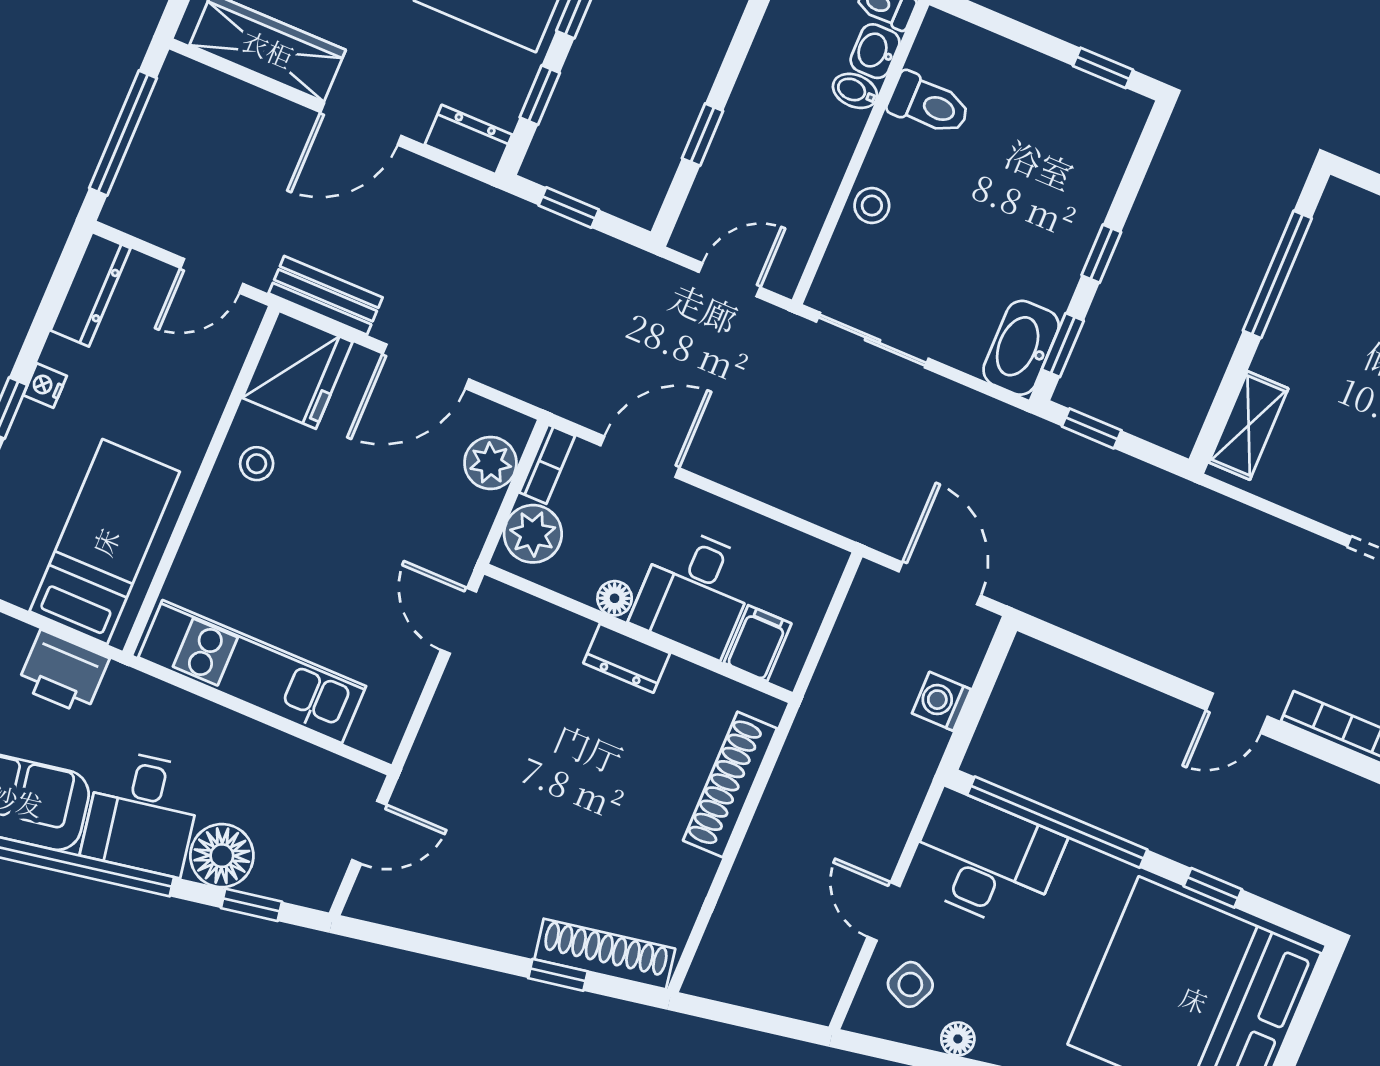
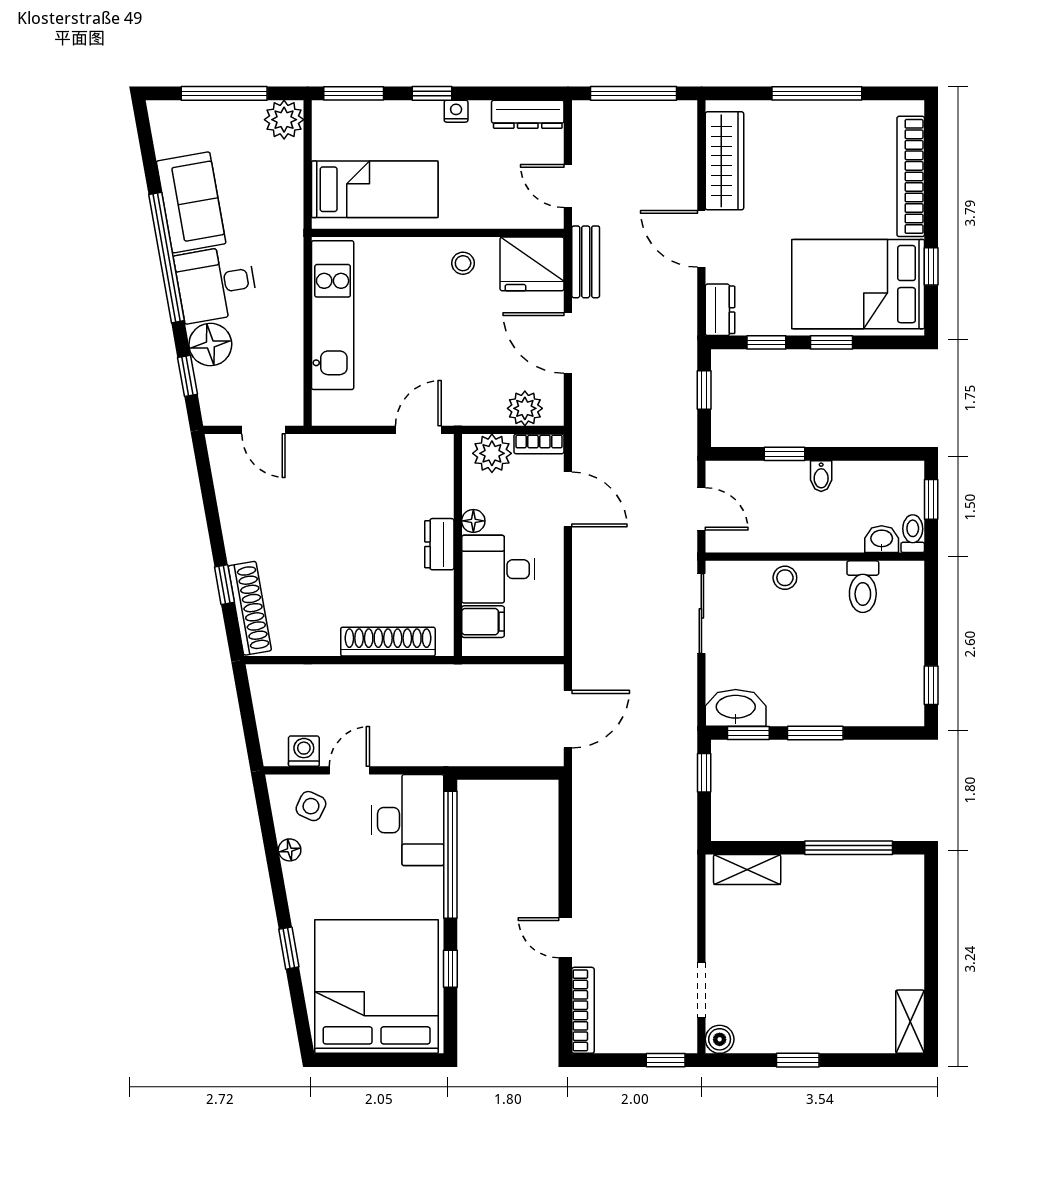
bidet: (855, 91) -> (821, 476), moved, turned 180
window: (1101, 254) -> (815, 733), width x1.50
printer: (63, 672) -> (283, 198), removed
washing machine: (941, 701) -> (304, 751), moved

